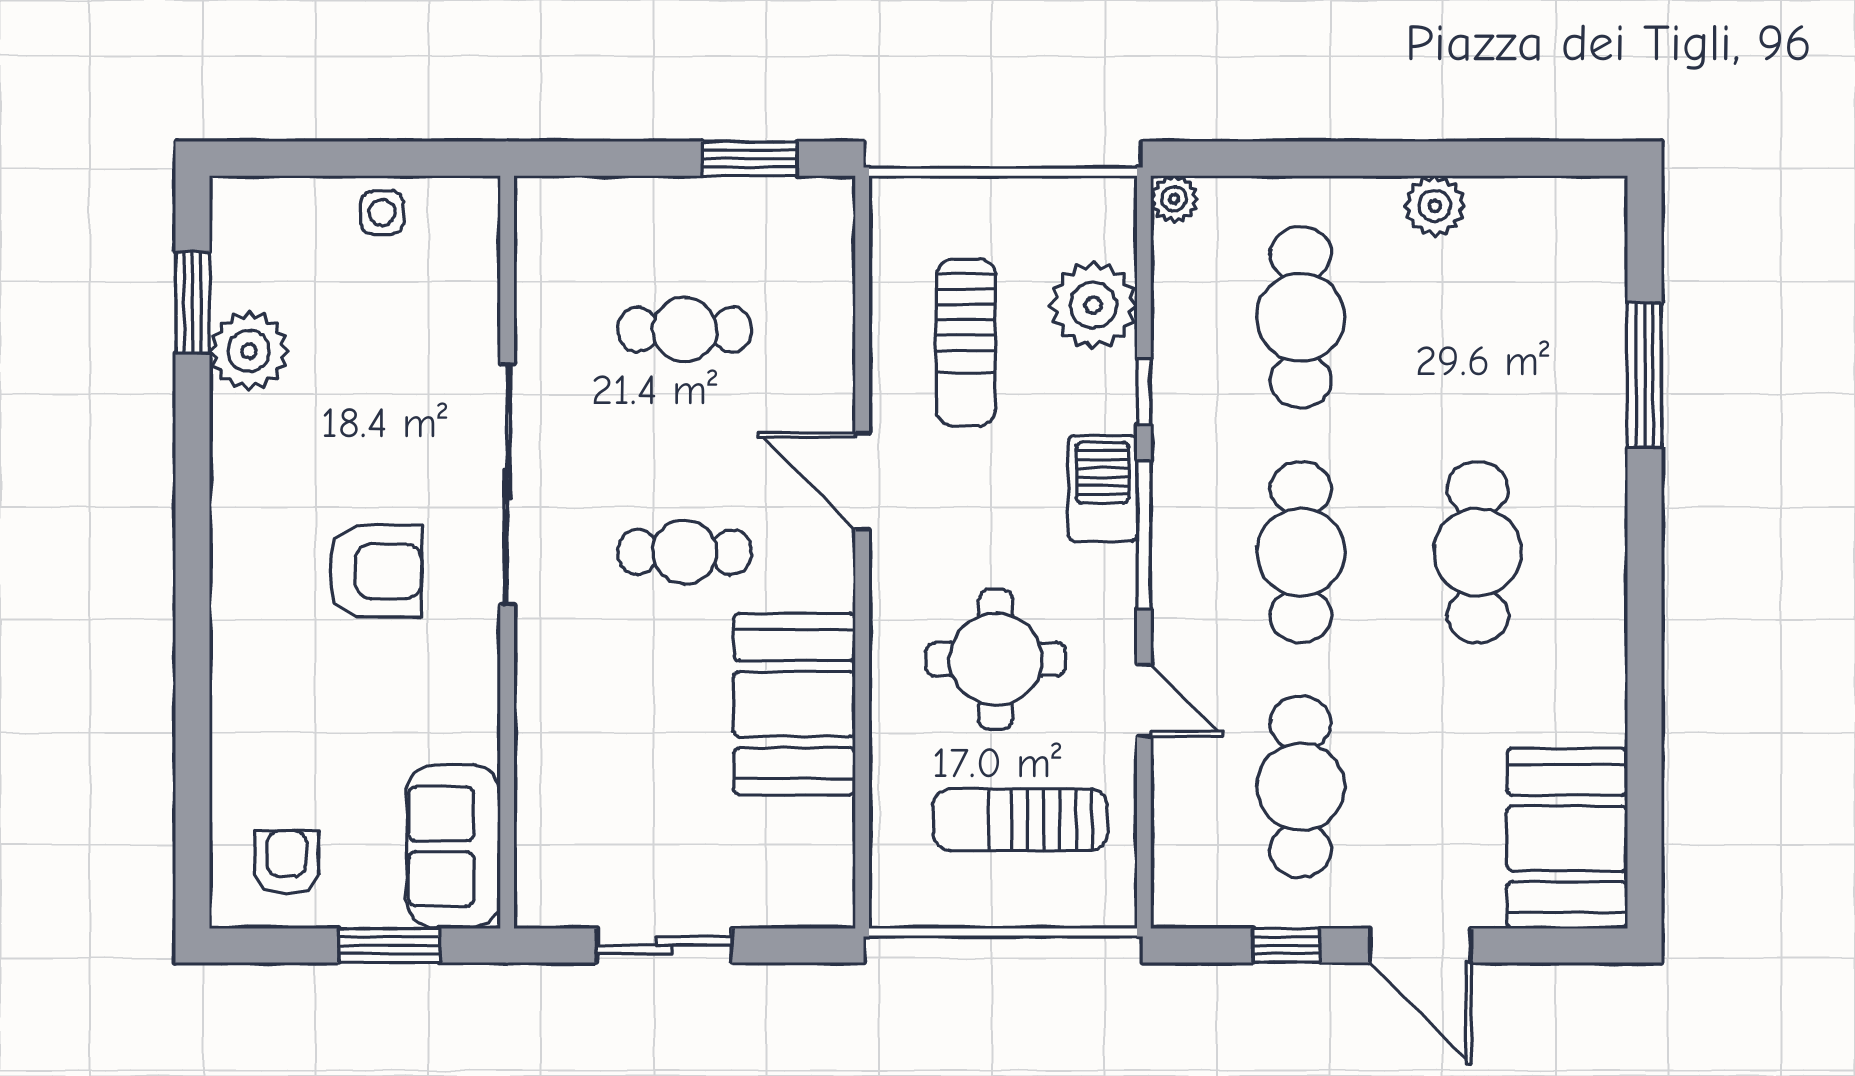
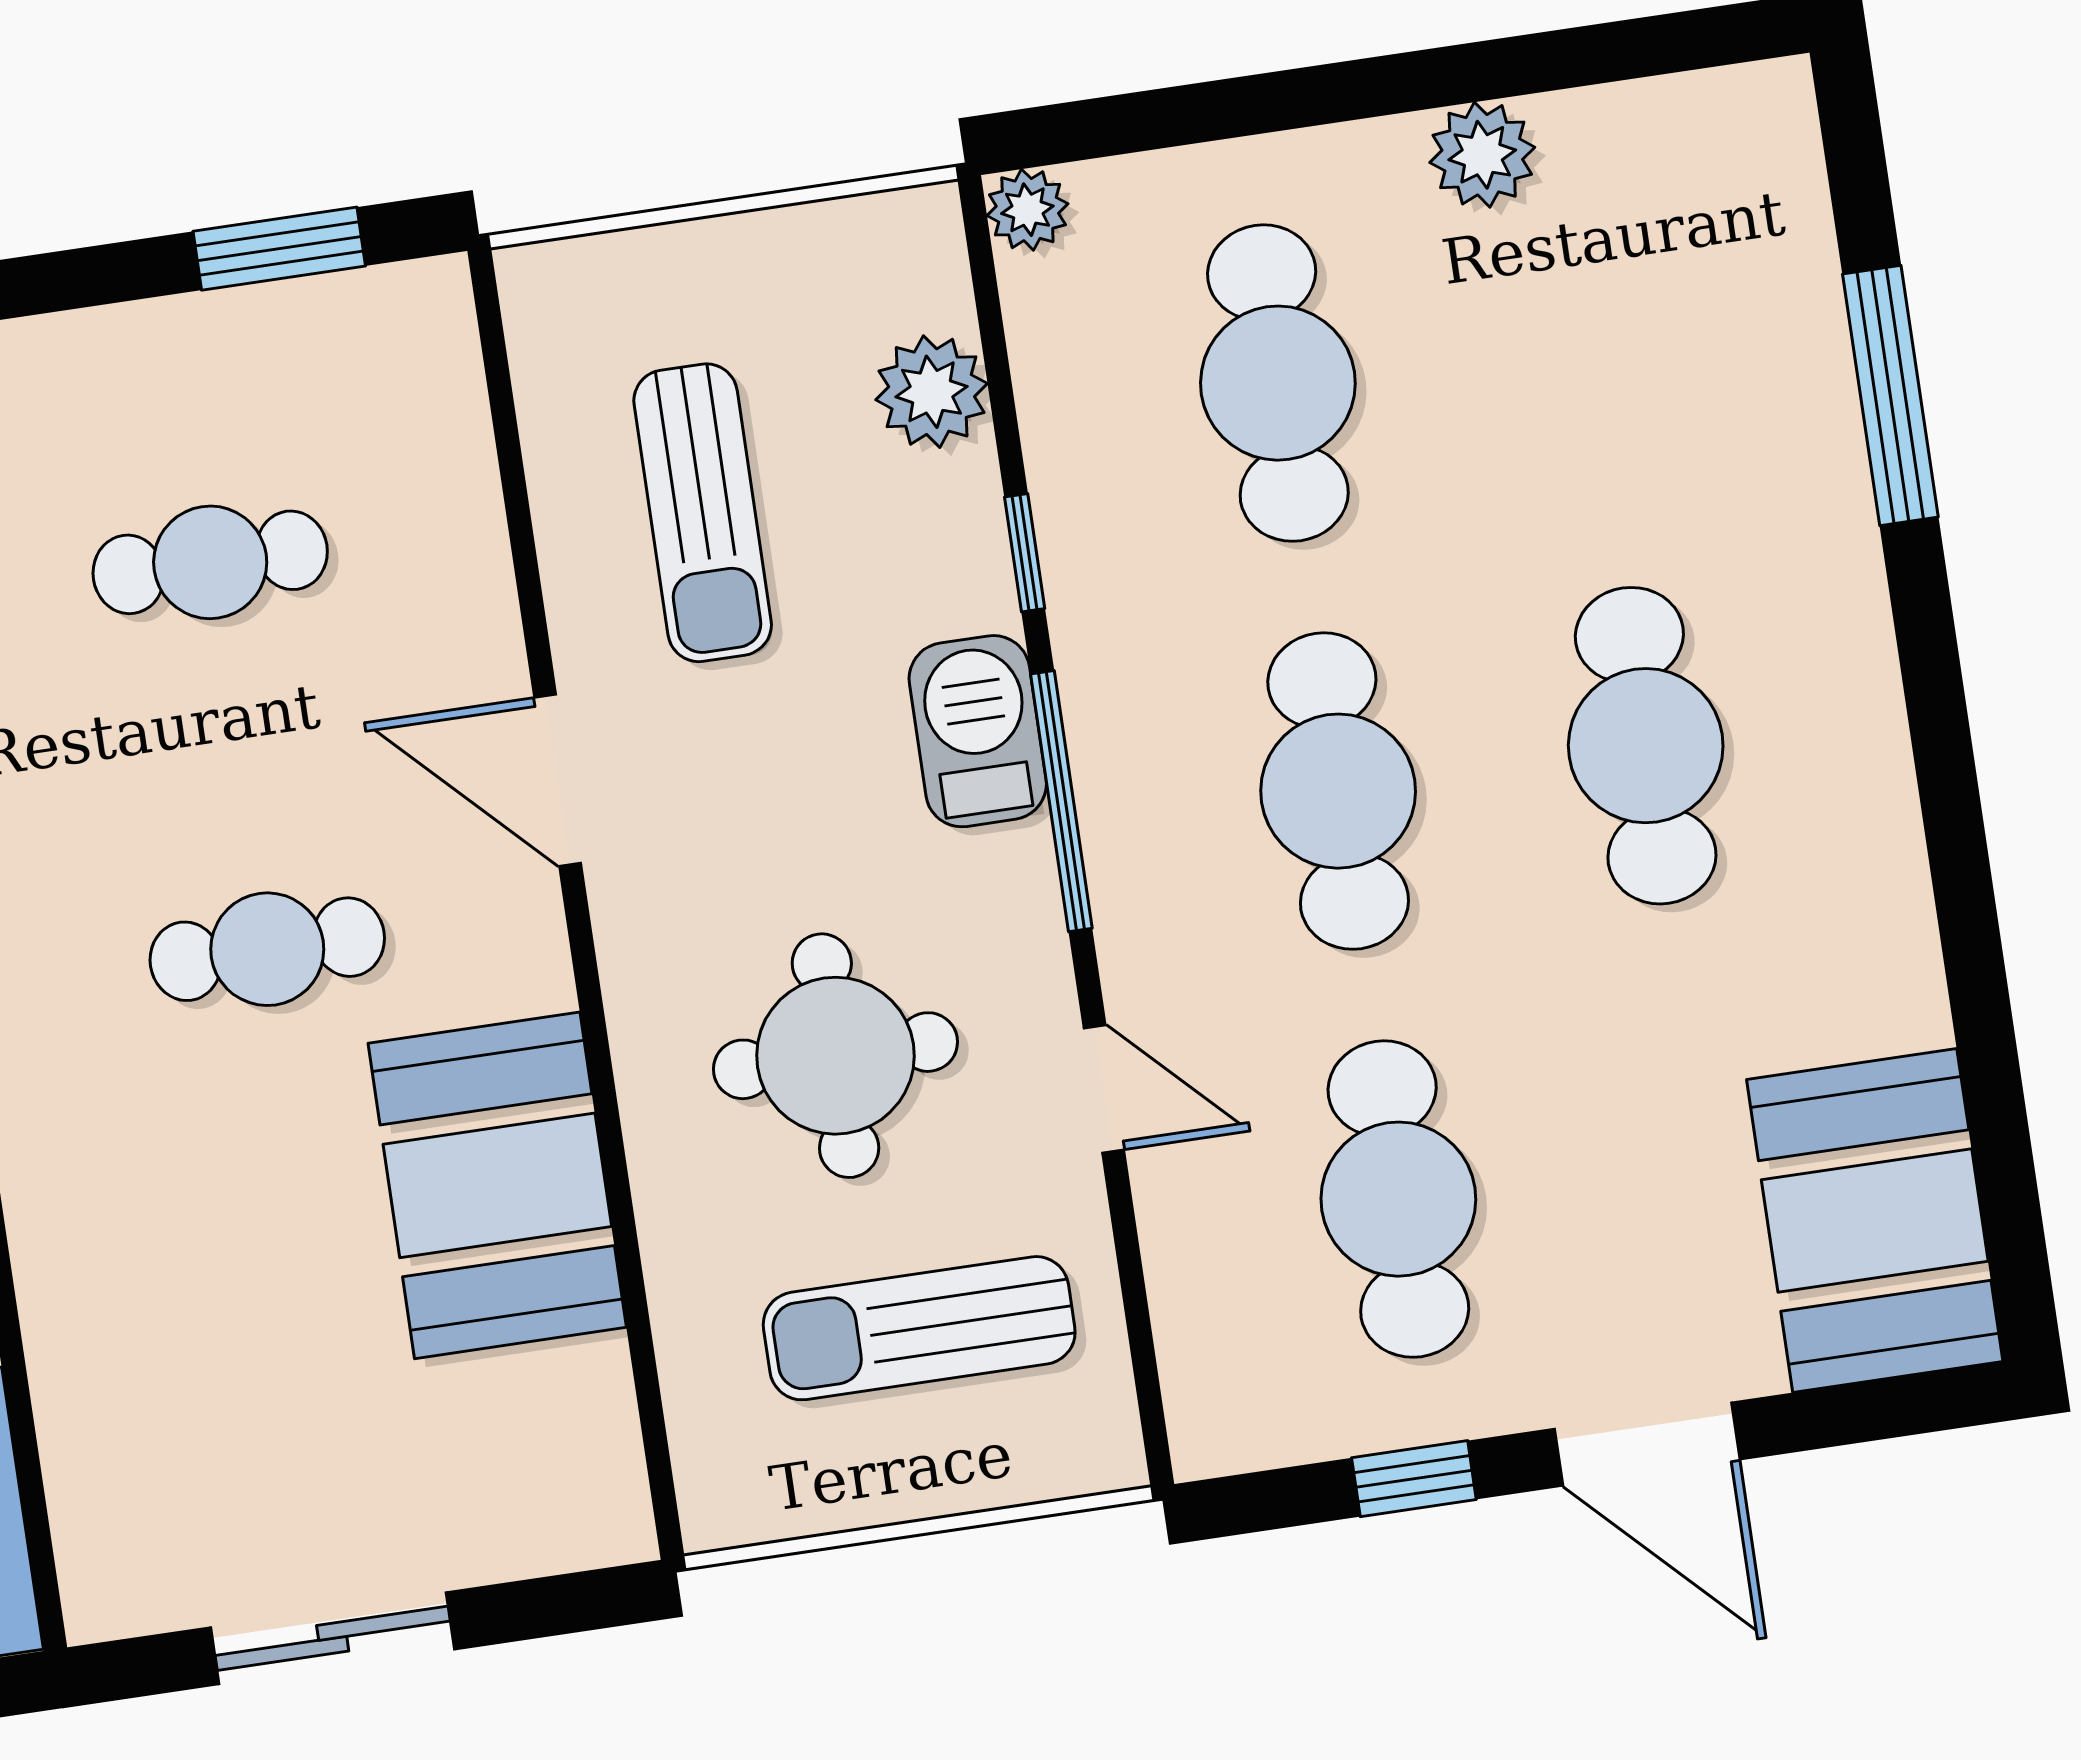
plant: (1093, 305) -> (932, 392), width x0.73, depth x0.73

